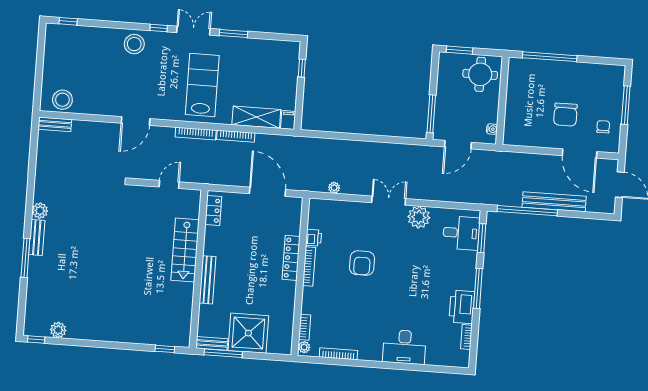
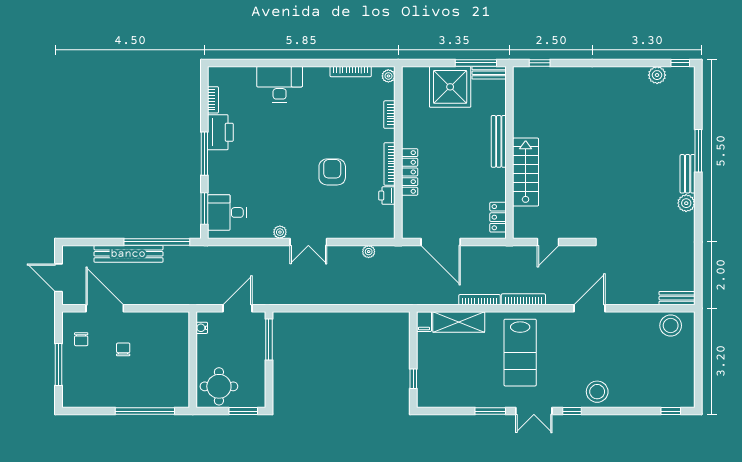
chair: (565, 115) -> (123, 349), width x0.54, depth x0.54
plant: (419, 217) -> (280, 232), width x0.53, depth x0.53
bookcase: (305, 327) -> (389, 115), moved

